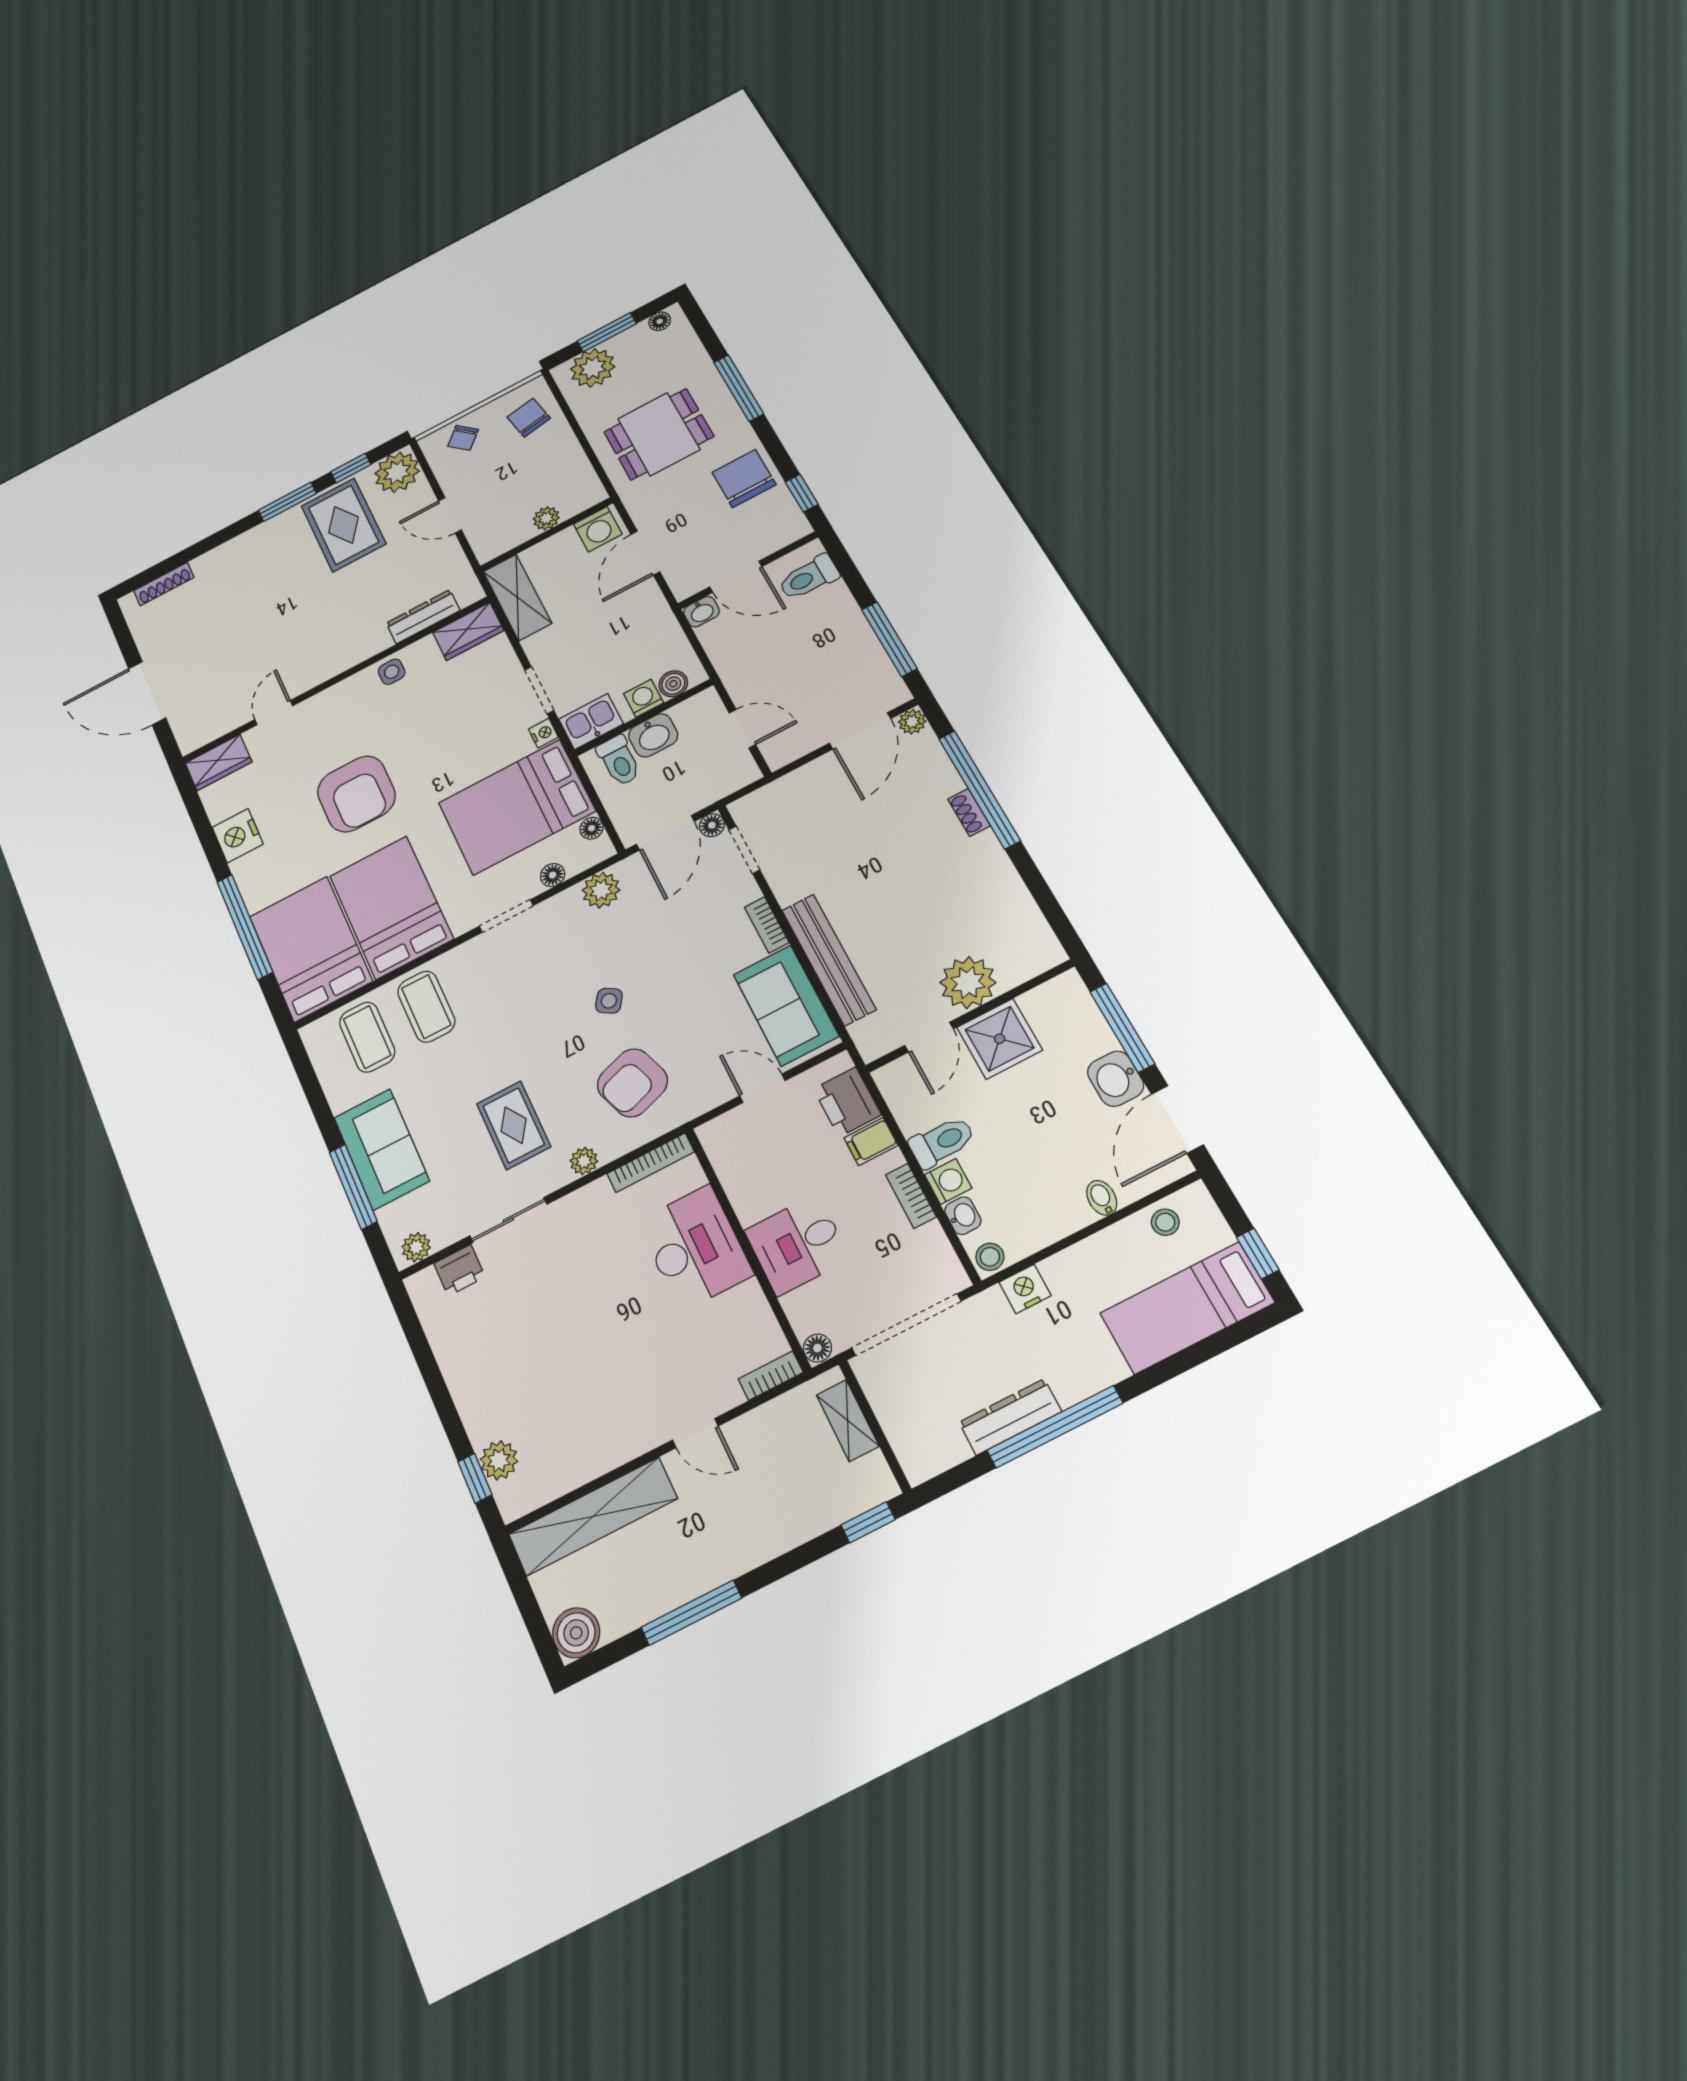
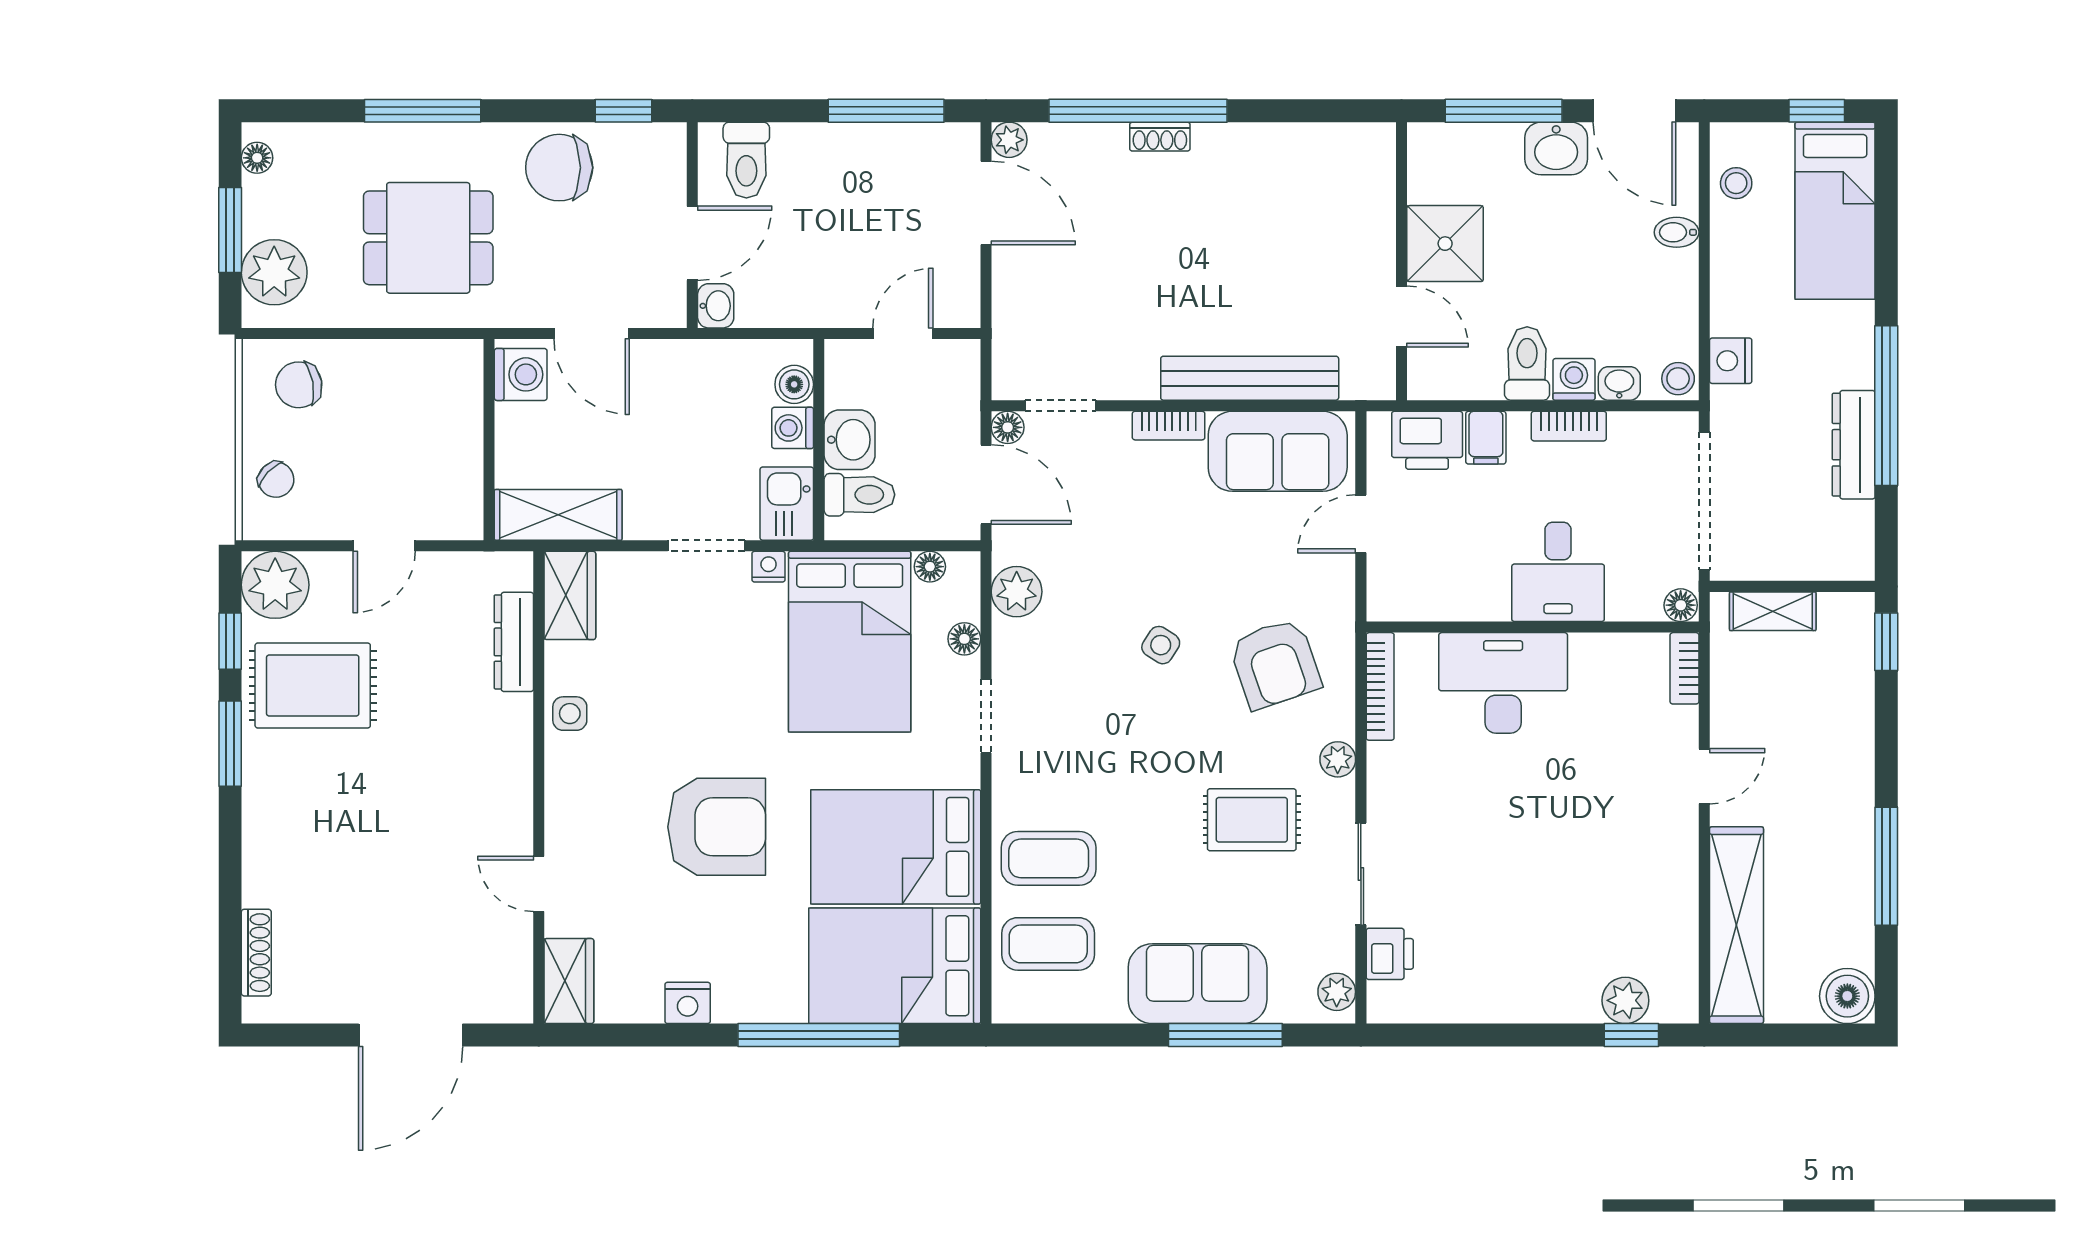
dining table: (659, 434) -> (428, 238), turned 90
plant: (546, 518) -> (465, 429), removed
nightstand: (238, 836) -> (688, 1003), width x0.74, depth x0.75
plant: (968, 983) -> (1362, 243), removed

